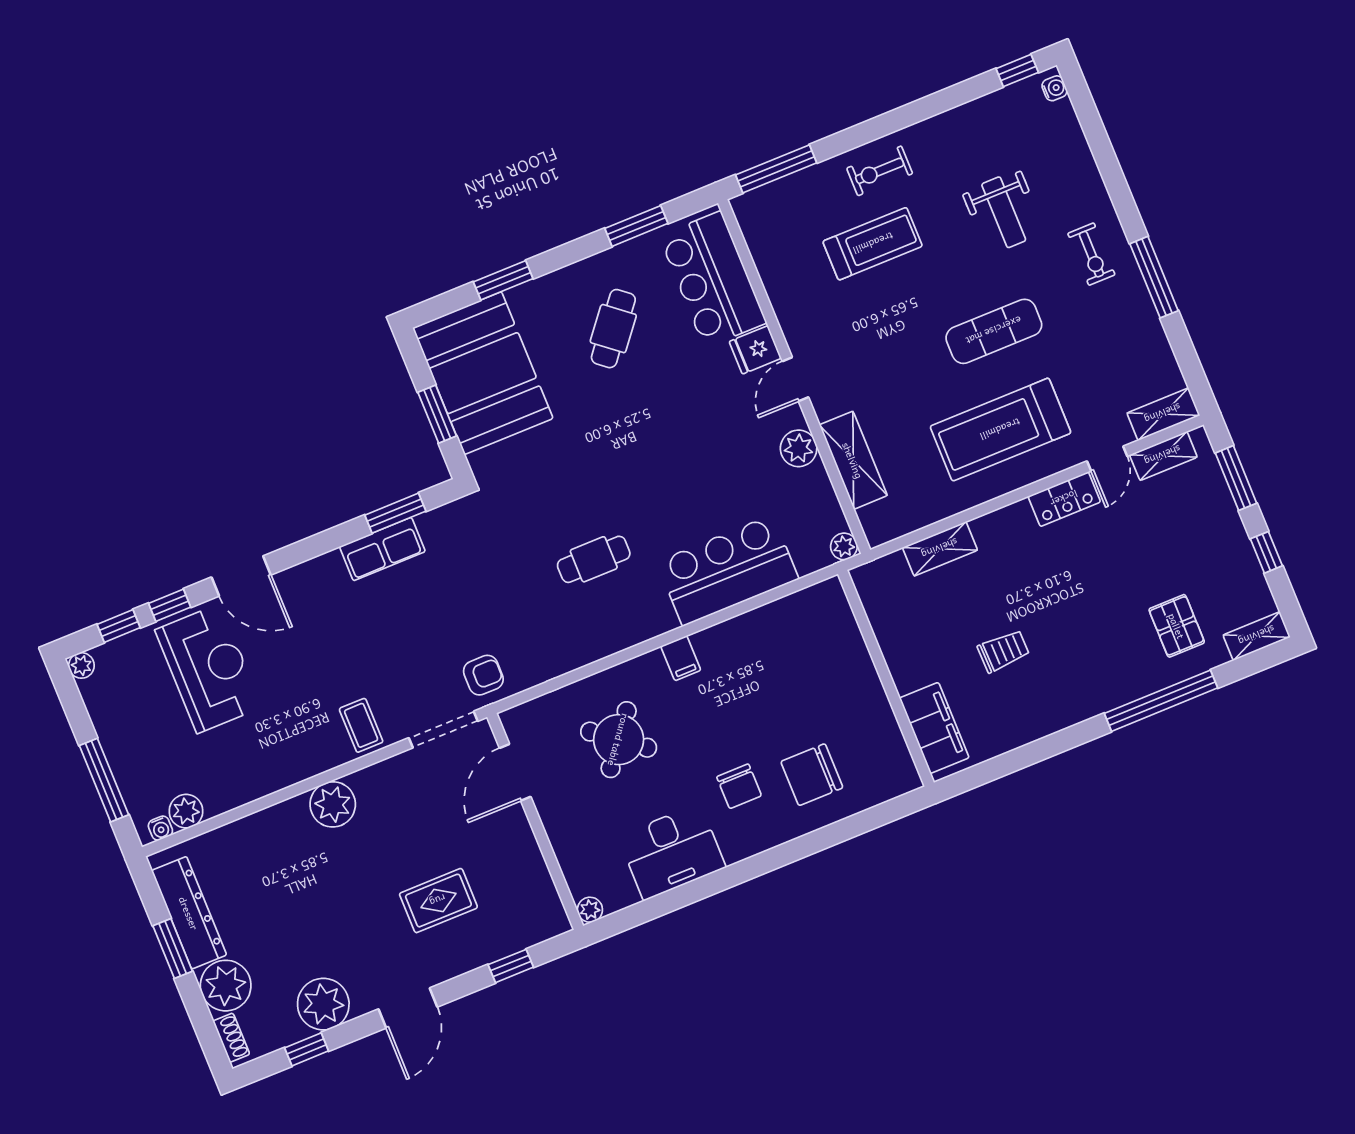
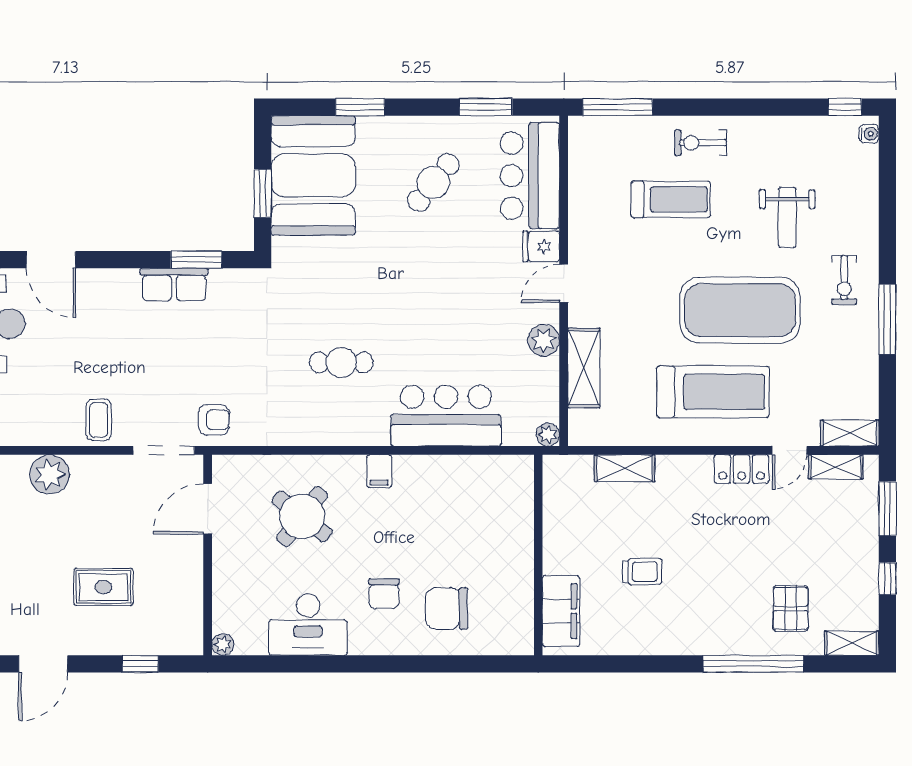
exercise mat: (994, 331) -> (740, 310), width x2.00, depth x1.45
treadmill: (1000, 430) -> (713, 392), turned 180

